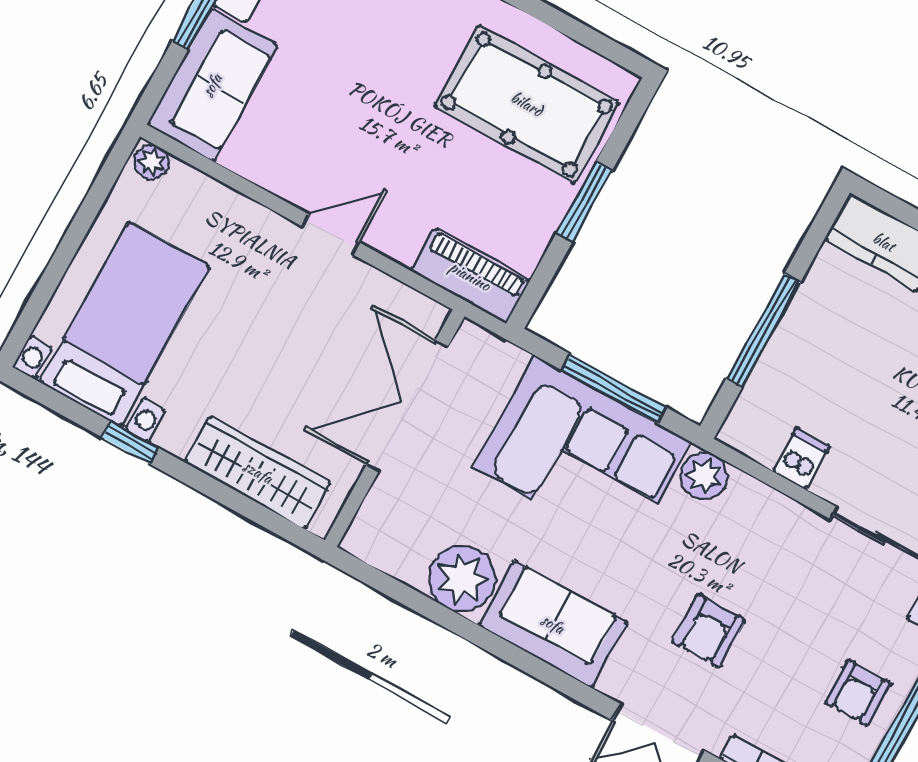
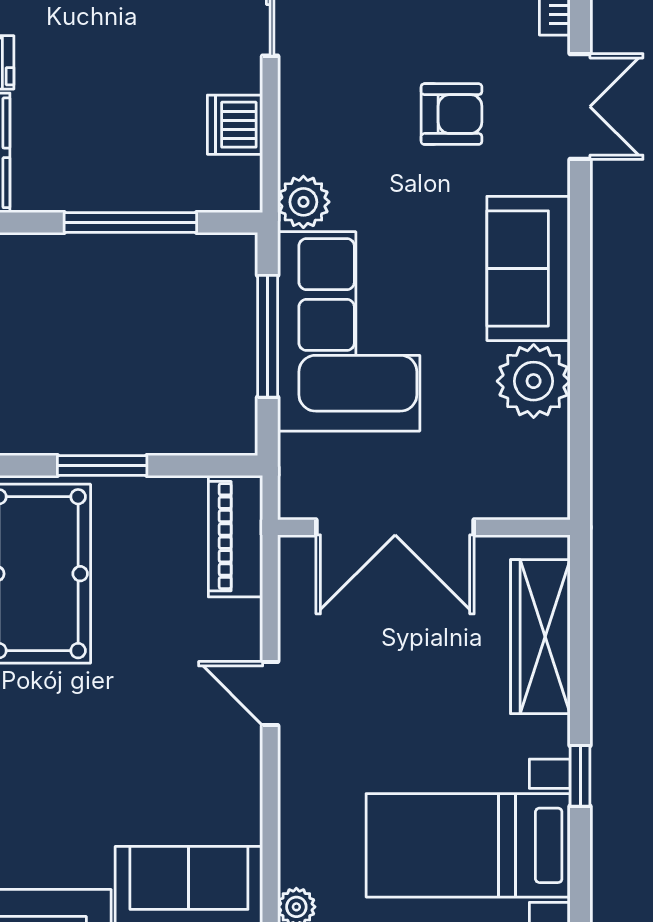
dishwasher: (801, 459) -> (235, 125), width x1.38

